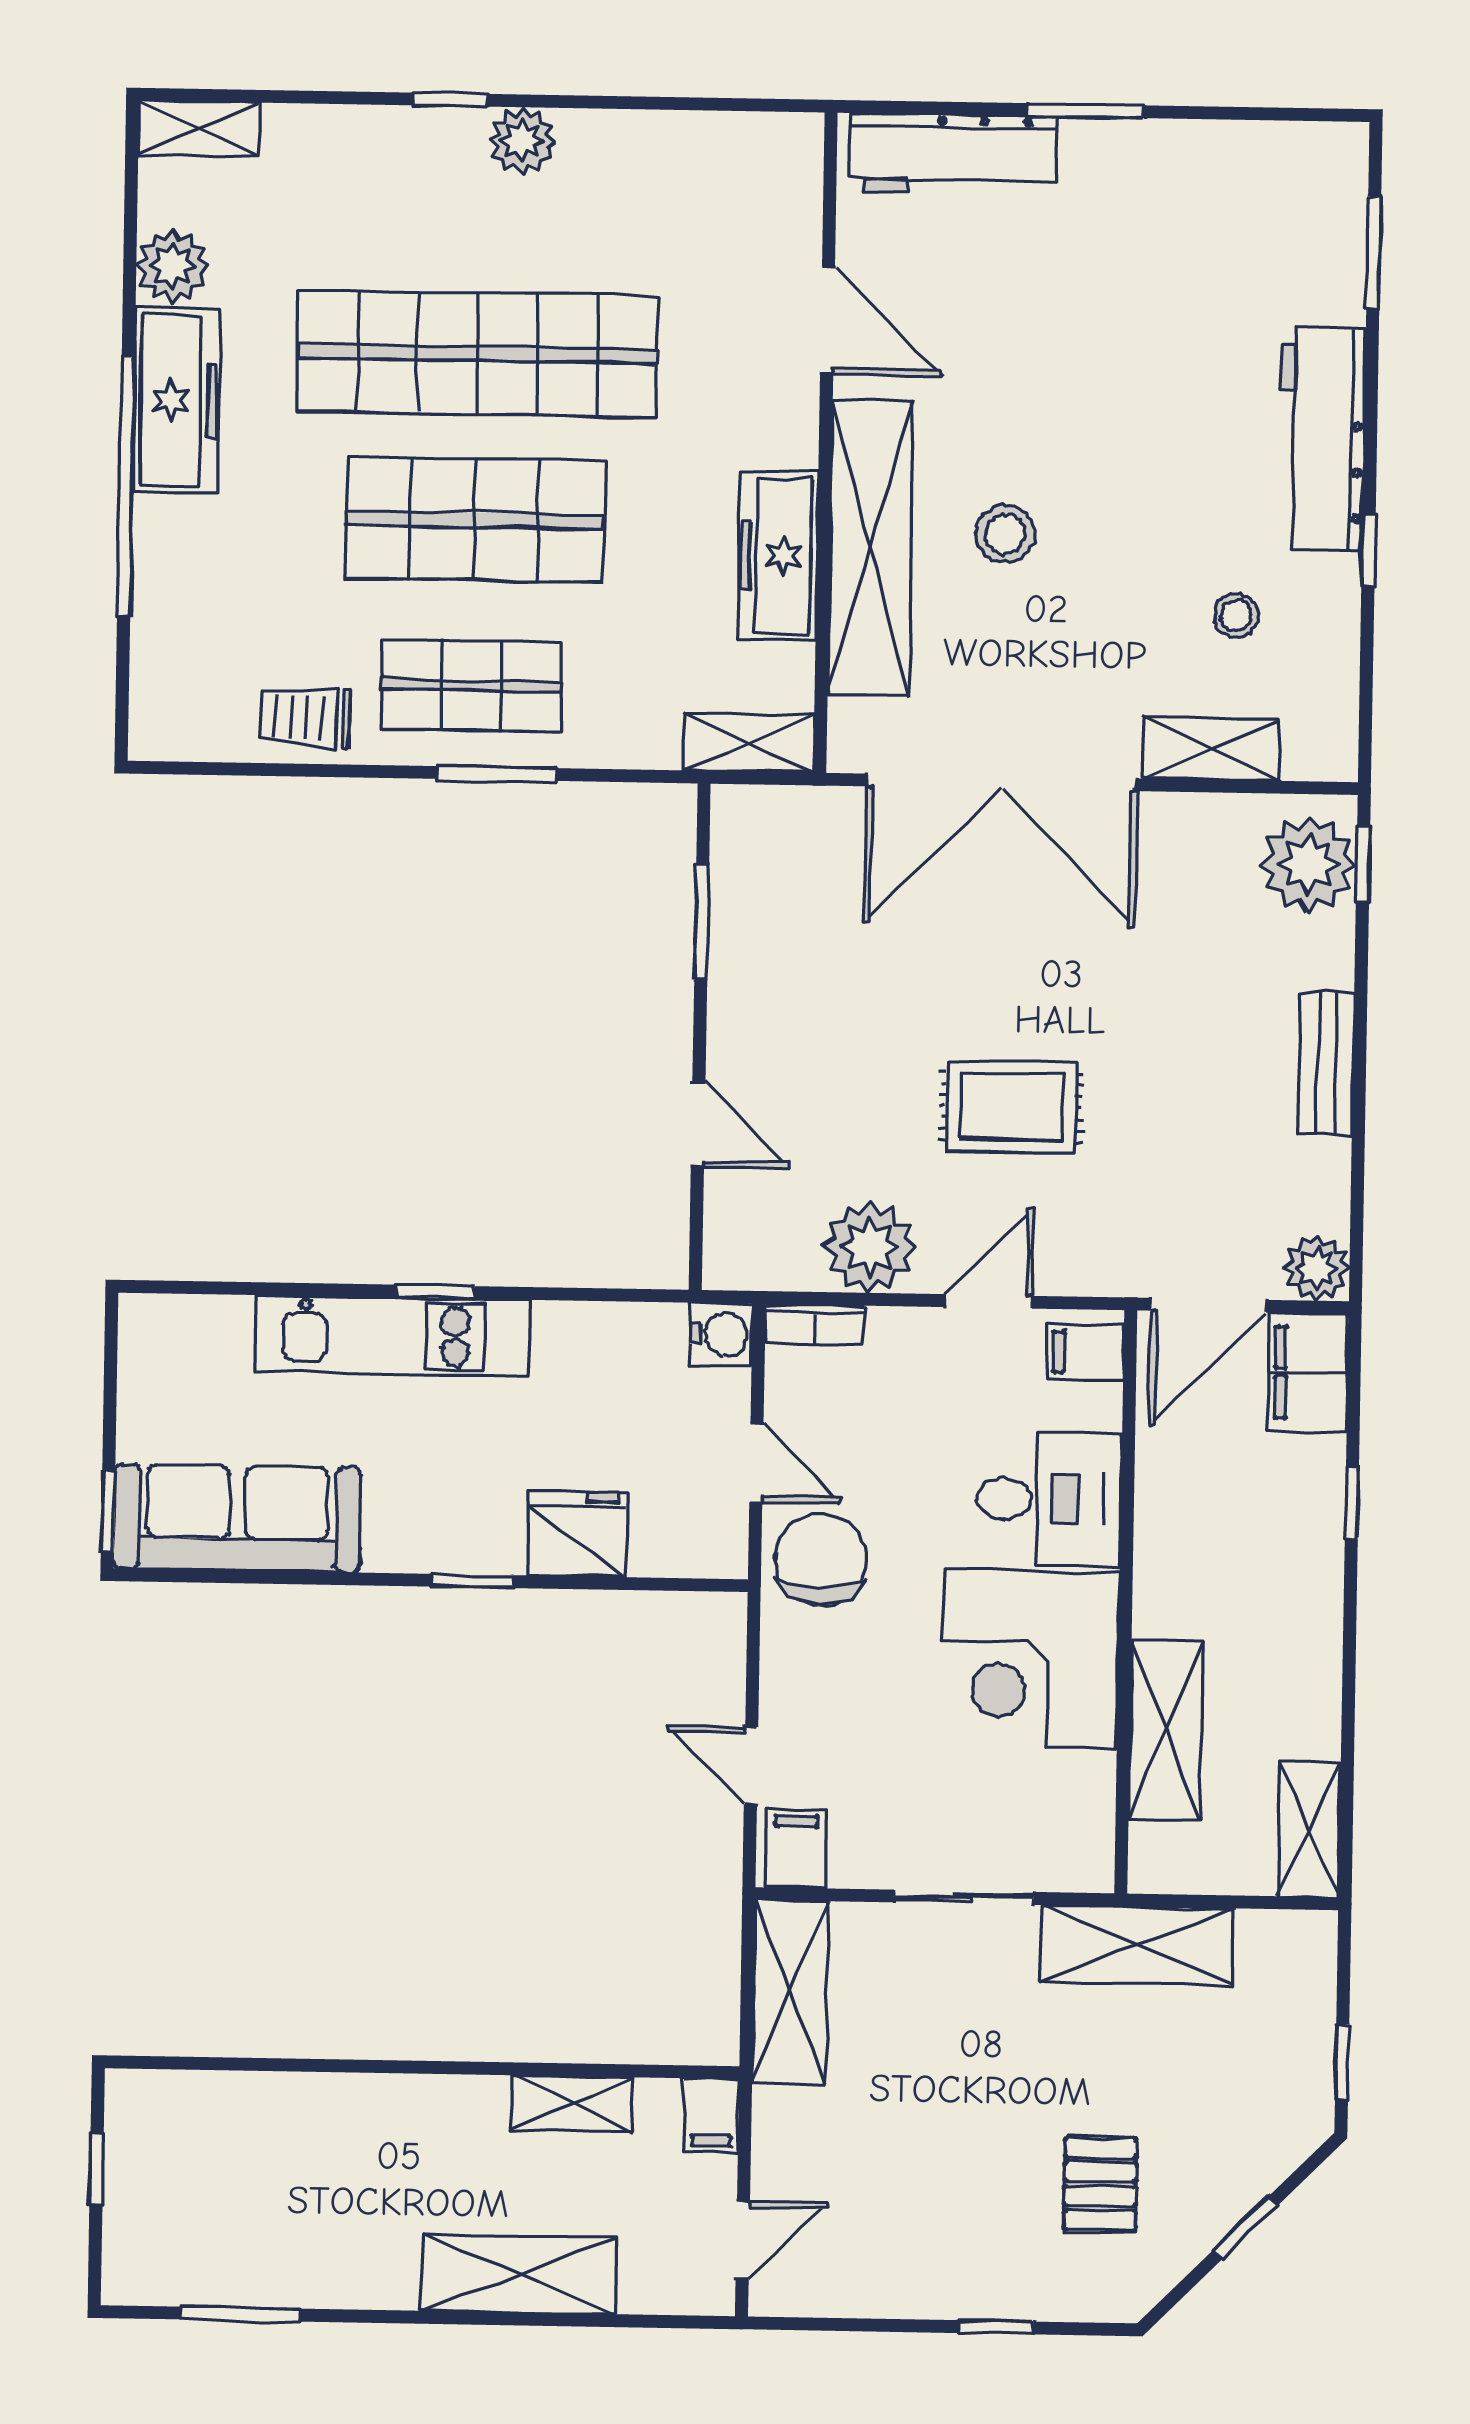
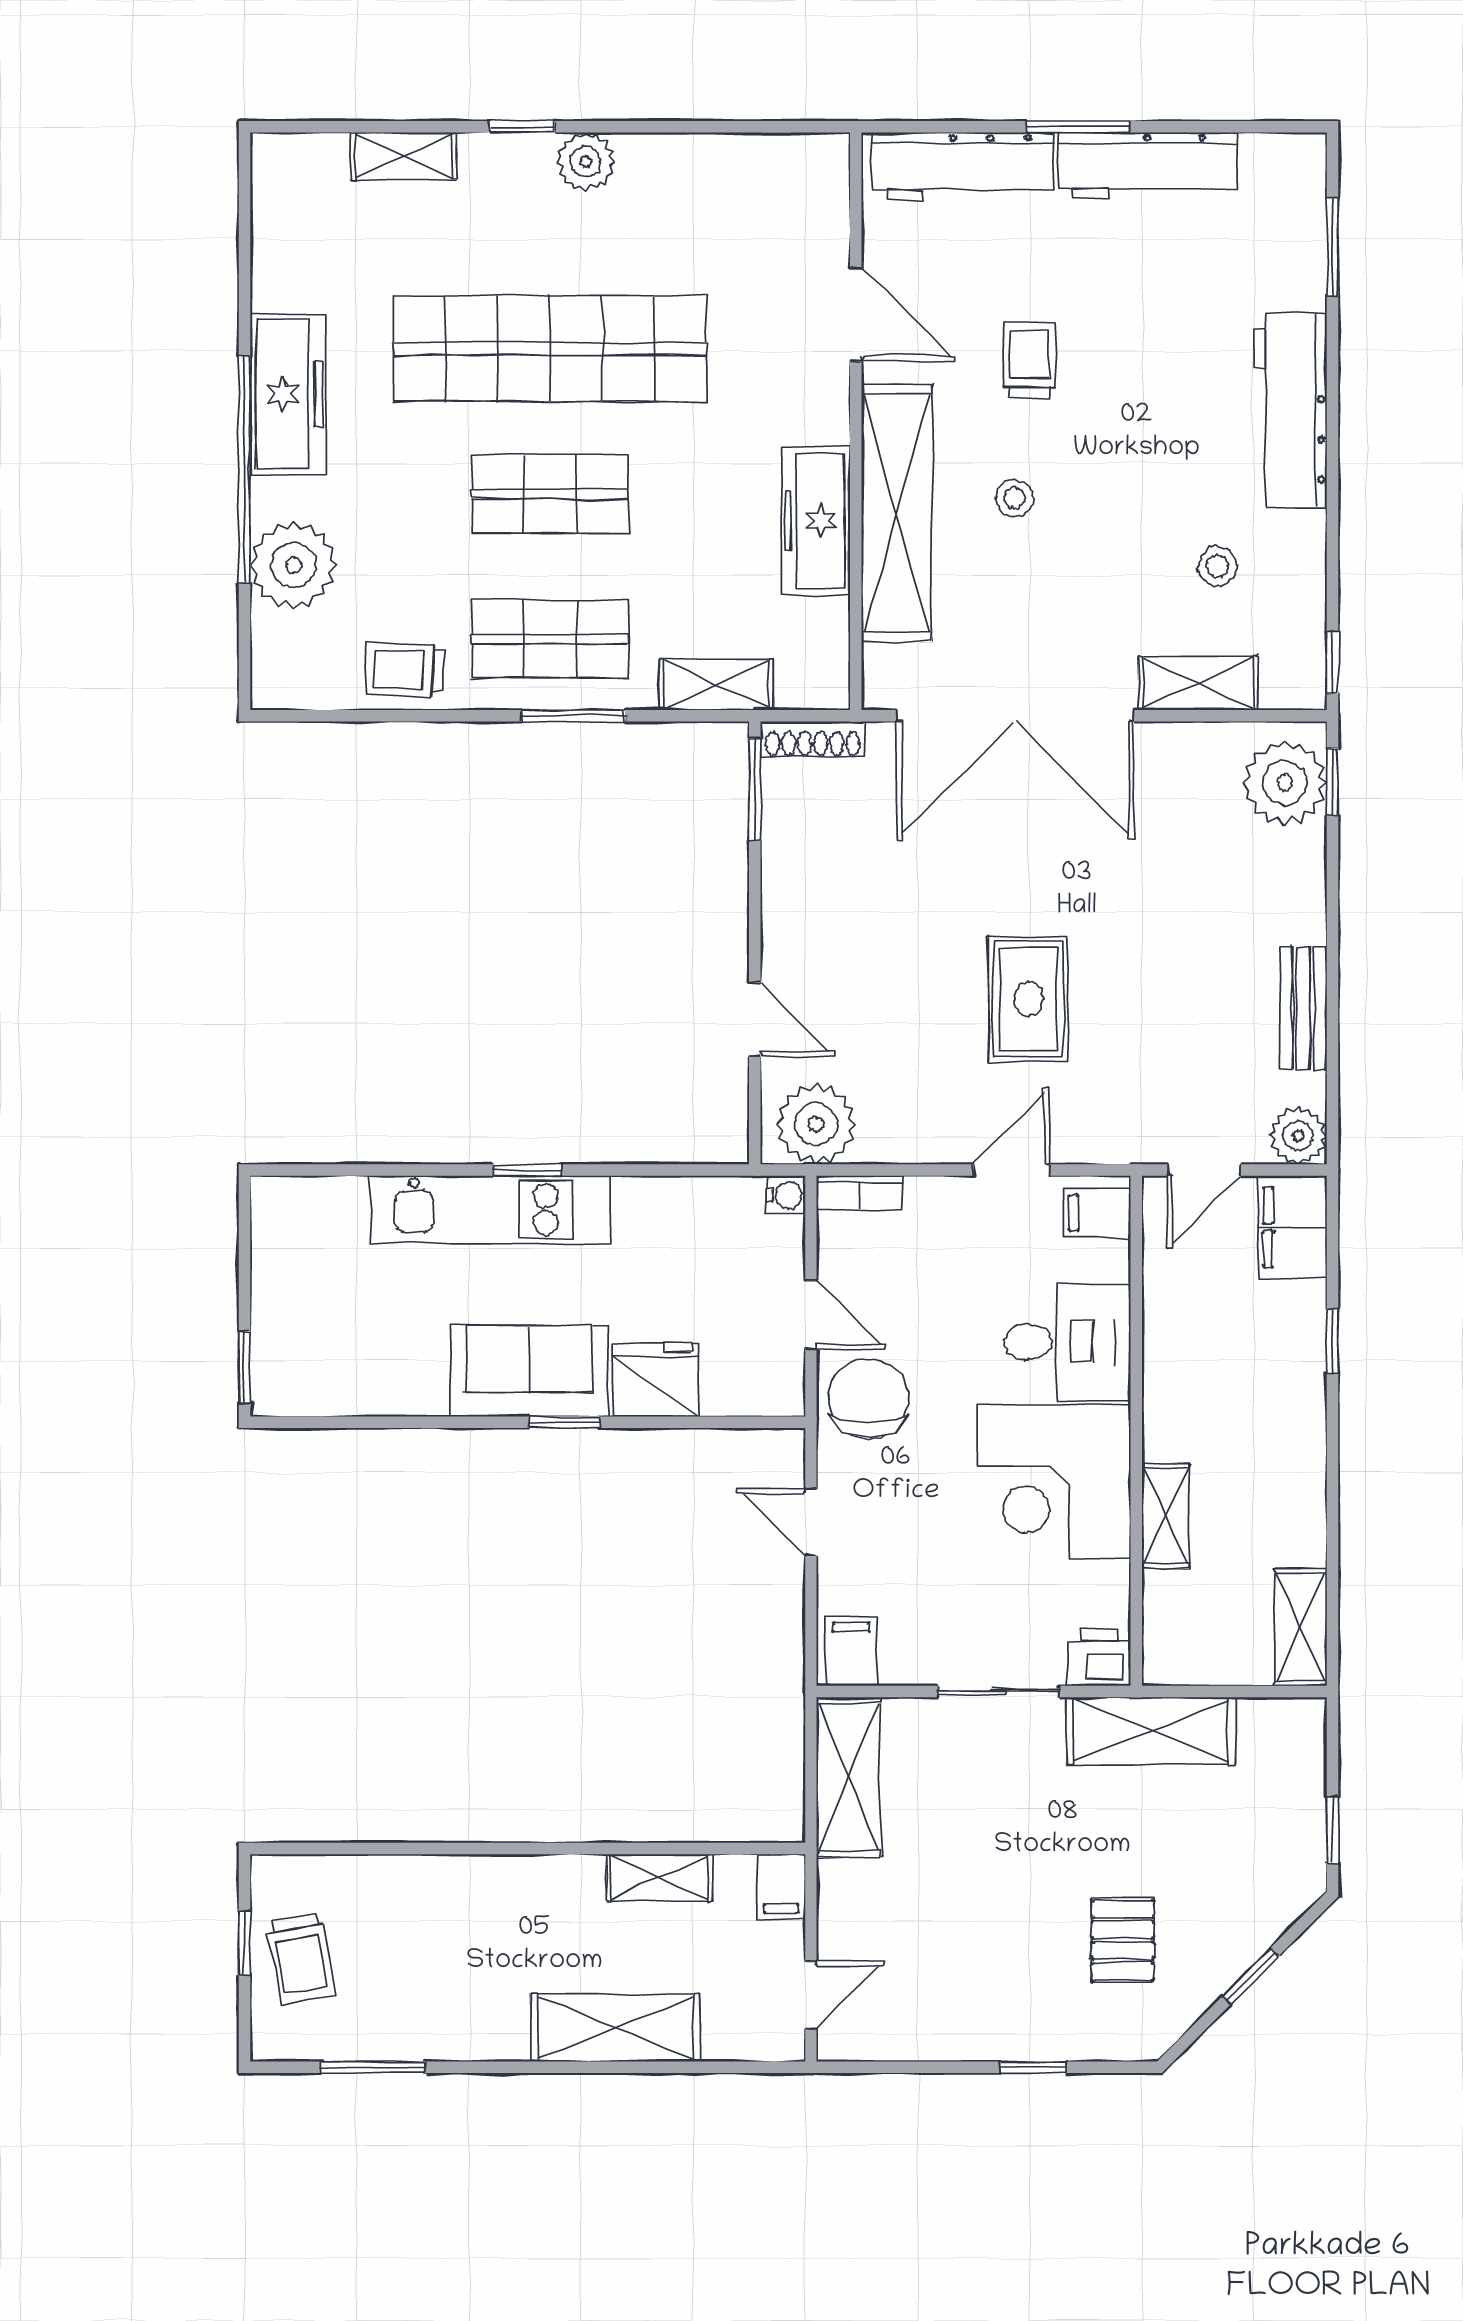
shelving: (199, 129) -> (404, 156), moved
workbench: (1164, 157) -> (1148, 166), added
plant: (173, 266) -> (294, 565), moved, width x1.36, depth x1.36
trolley: (1025, 375) -> (1029, 359), added
shop shelf: (475, 520) -> (550, 494), width x0.70, depth x0.74
stool: (1005, 534) -> (1014, 498), width x0.73, depth x0.73
window: (1369, 550) -> (1332, 662), moved
shelving: (749, 742) -> (716, 684), moved
shoe rack: (770, 805) -> (813, 739), added
window: (702, 922) -> (755, 789), moved
bench: (1326, 1063) -> (1303, 1008), moved
rug: (1011, 1107) -> (1028, 999), turned 90
plant: (869, 1247) -> (816, 1124), moved
door: (1209, 1305) -> (1204, 1170), width x0.73
water cooler: (721, 1334) -> (786, 1195), width x0.72, depth x0.72
sofa: (237, 1518) -> (529, 1371), moved, width x0.73
shelving: (1166, 1730) -> (1165, 1516), width x0.67, depth x0.75
door: (751, 1766) -> (811, 1522), moved
printer: (1079, 1860) -> (1099, 1657), added
trolley: (160, 2188) -> (301, 1958), added

